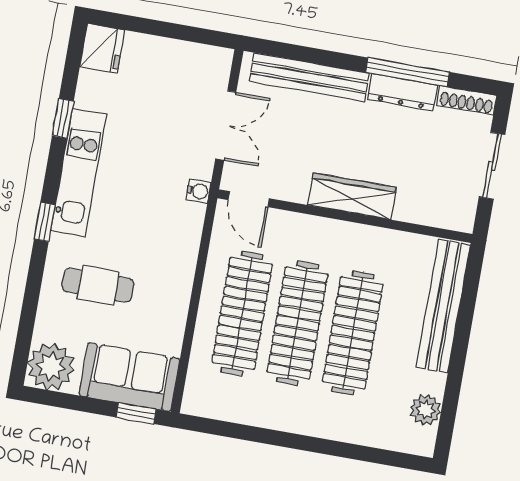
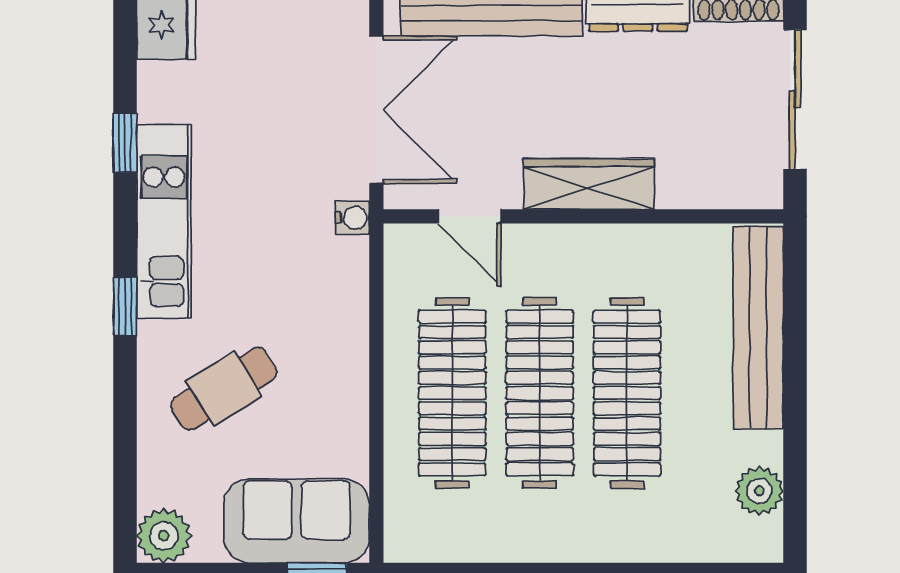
double door: (226, 126) -> (376, 110), width x1.37
sliding door: (492, 166) -> (795, 100), width x1.37
door: (249, 199) -> (469, 216), moved
cafe table: (98, 285) -> (224, 389), turned -32
plant: (51, 366) -> (164, 536), width x0.73, depth x0.73

